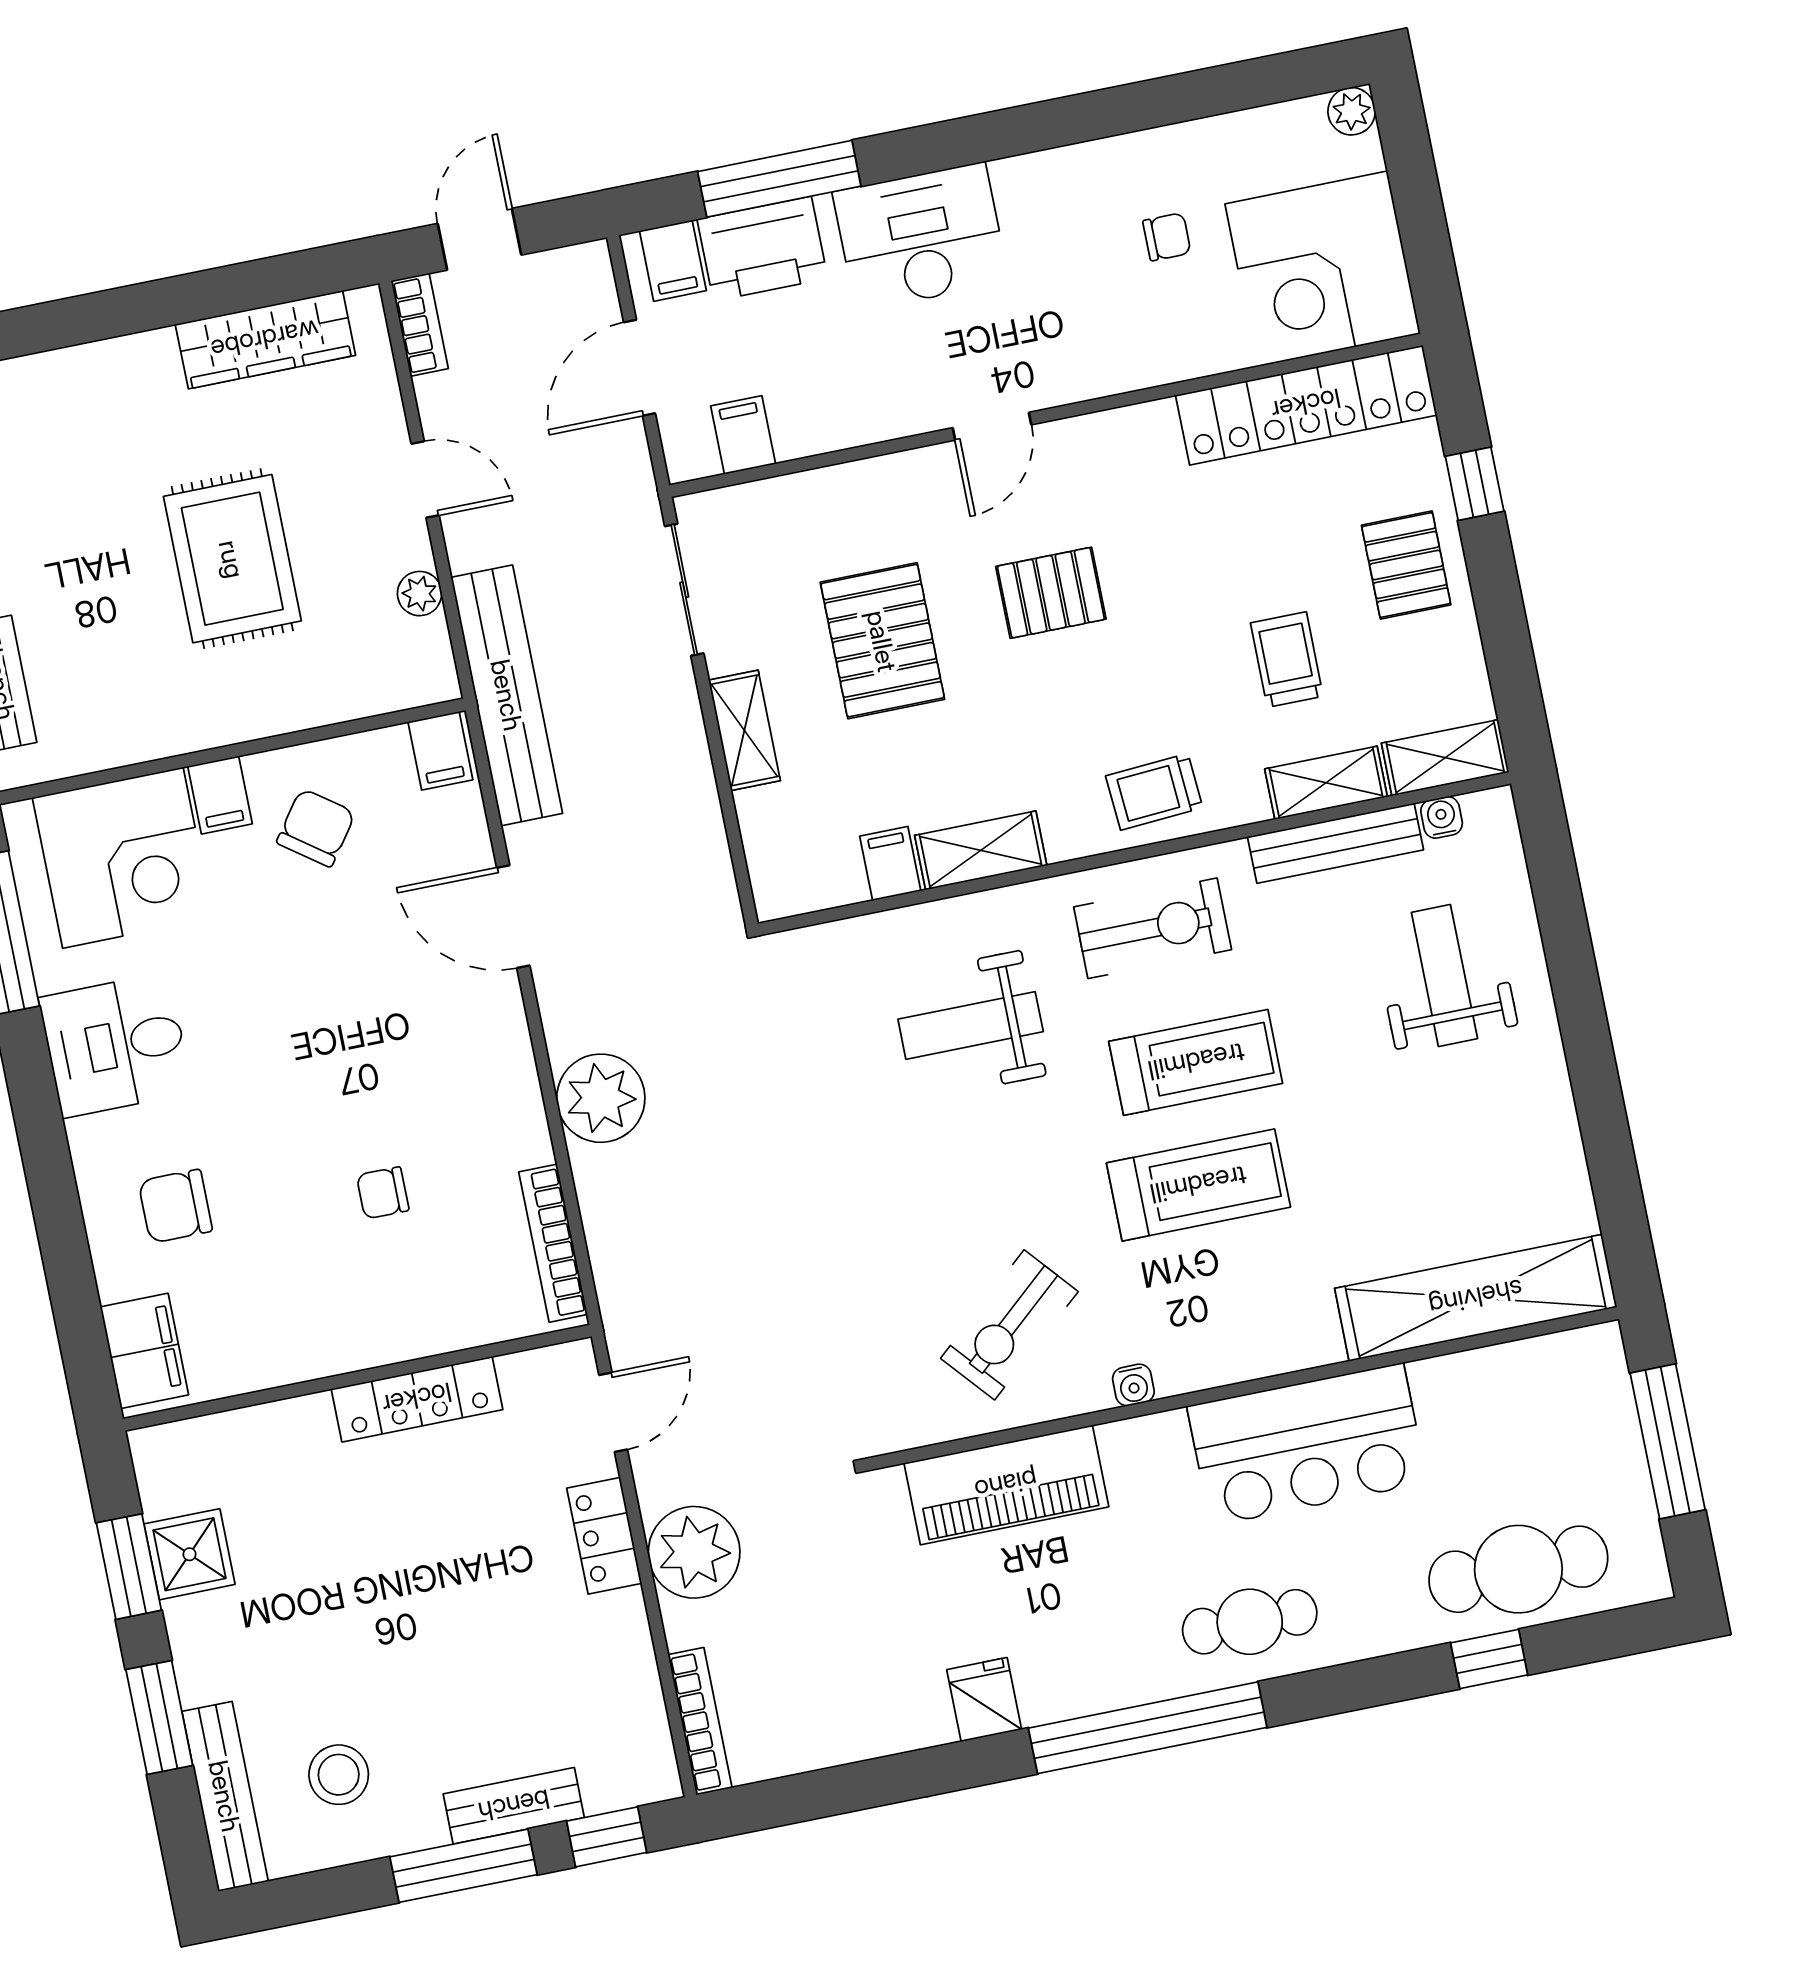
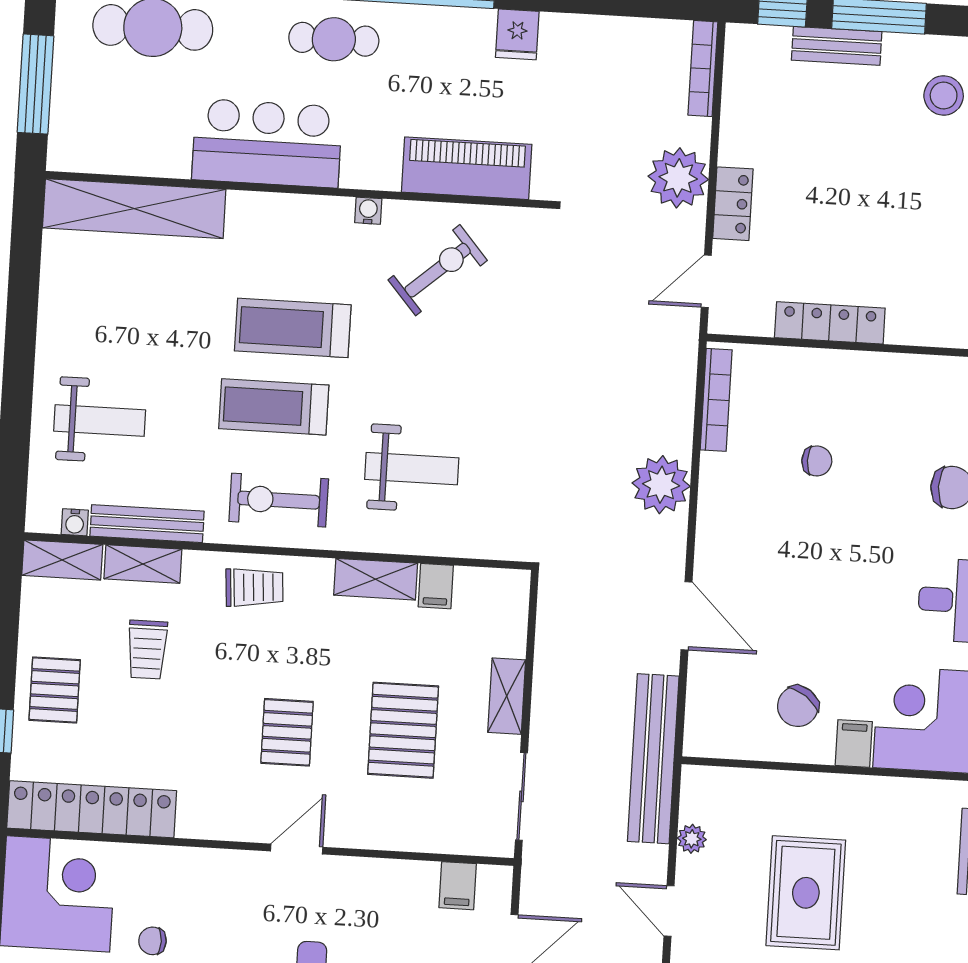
pallet: (1051, 593) -> (287, 732), turned 90
filing cabinet: (440, 751) -> (705, 734), removed
weight bench: (1444, 975) -> (100, 420), turned -90

